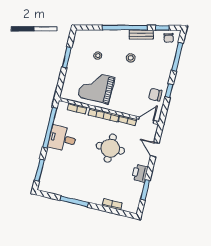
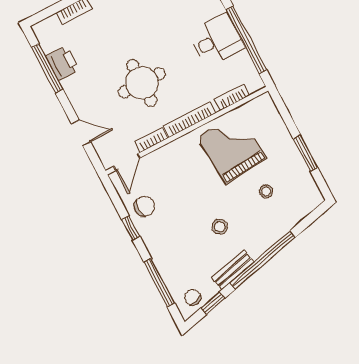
grand piano: (96, 87) -> (232, 148), turned -95
printer: (140, 173) -> (62, 63), moved
window: (145, 190) -> (47, 68), width x1.44

